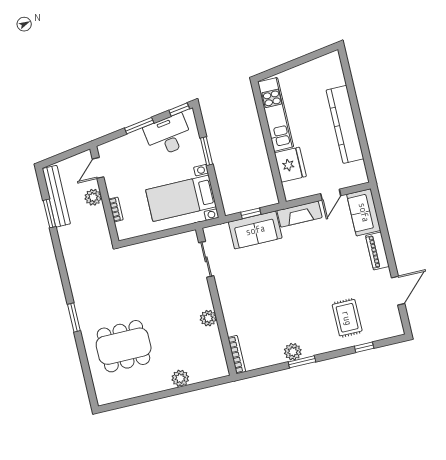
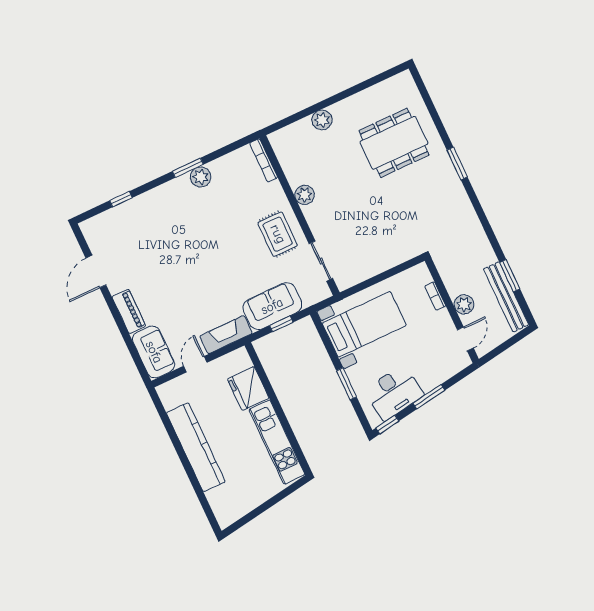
rug: (347, 318) -> (278, 234), moved

